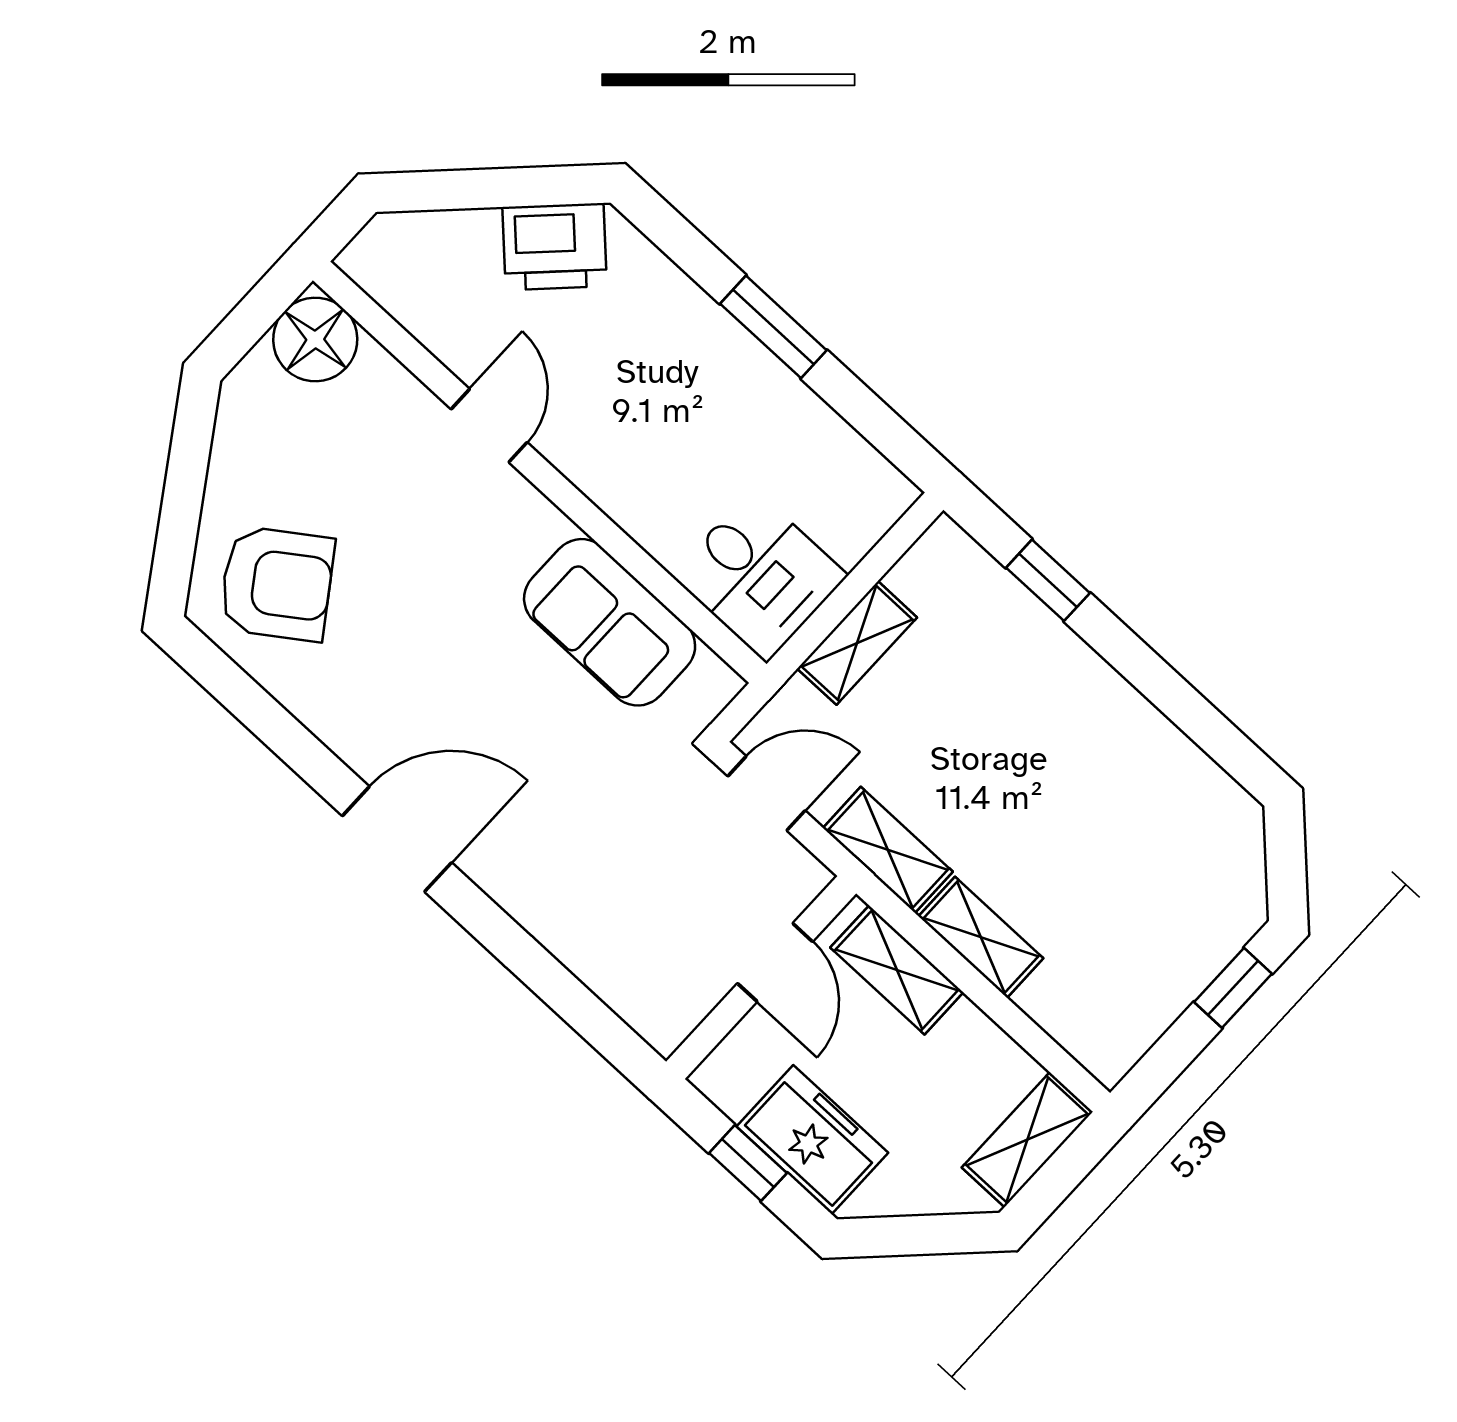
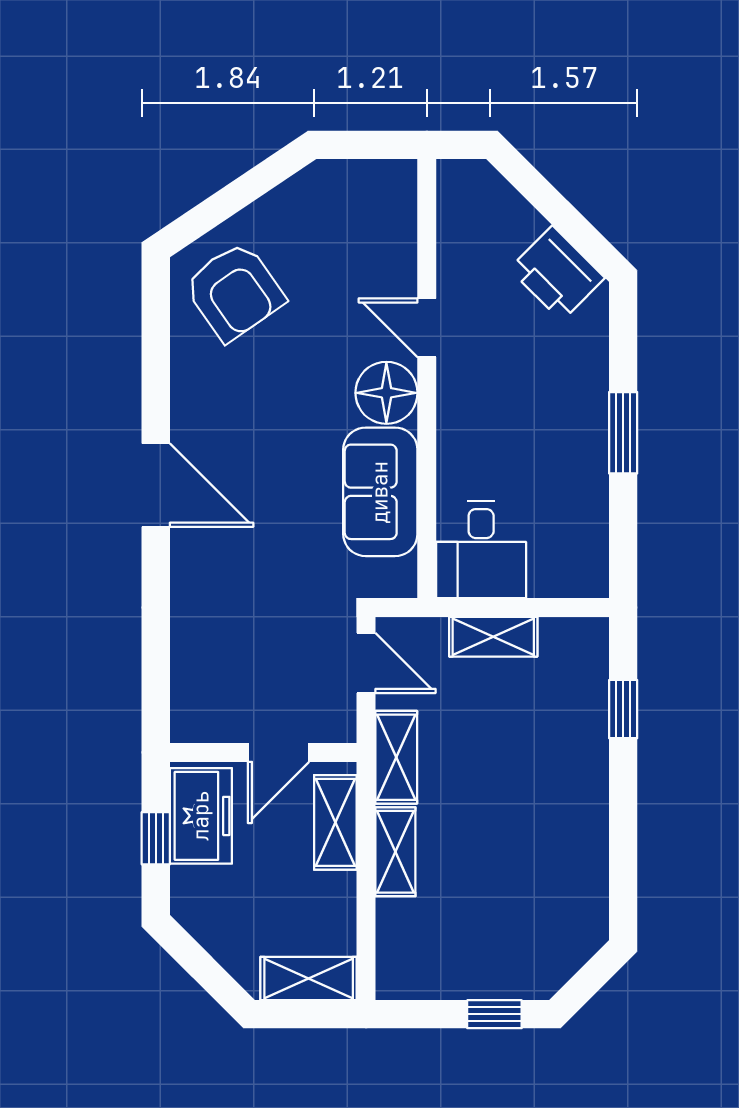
floor lamp: (315, 339) -> (386, 393), moved
door: (489, 426) -> (427, 328), swing flipped
freezer: (812, 1140) -> (201, 816), moved

